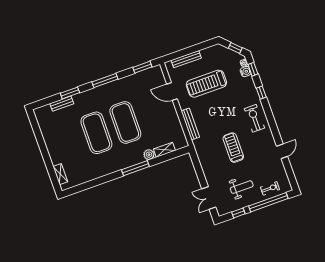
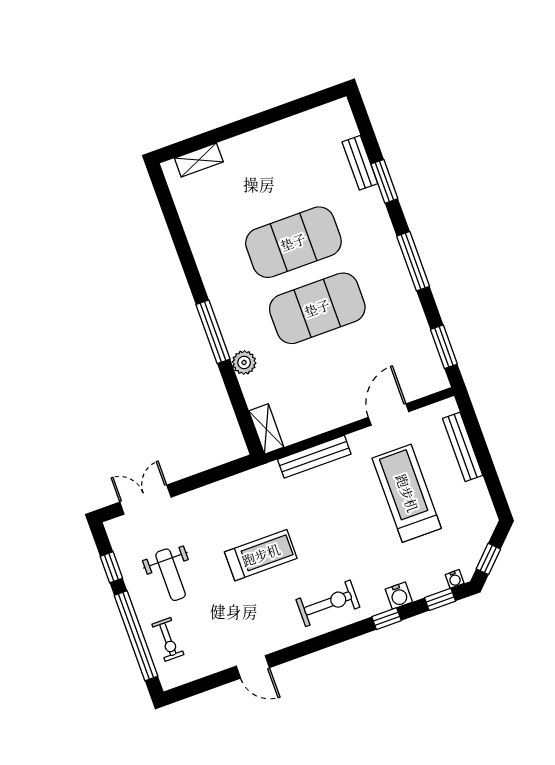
water cooler: (246, 72) -> (399, 596), moved
shelving: (164, 150) -> (266, 429), moved

